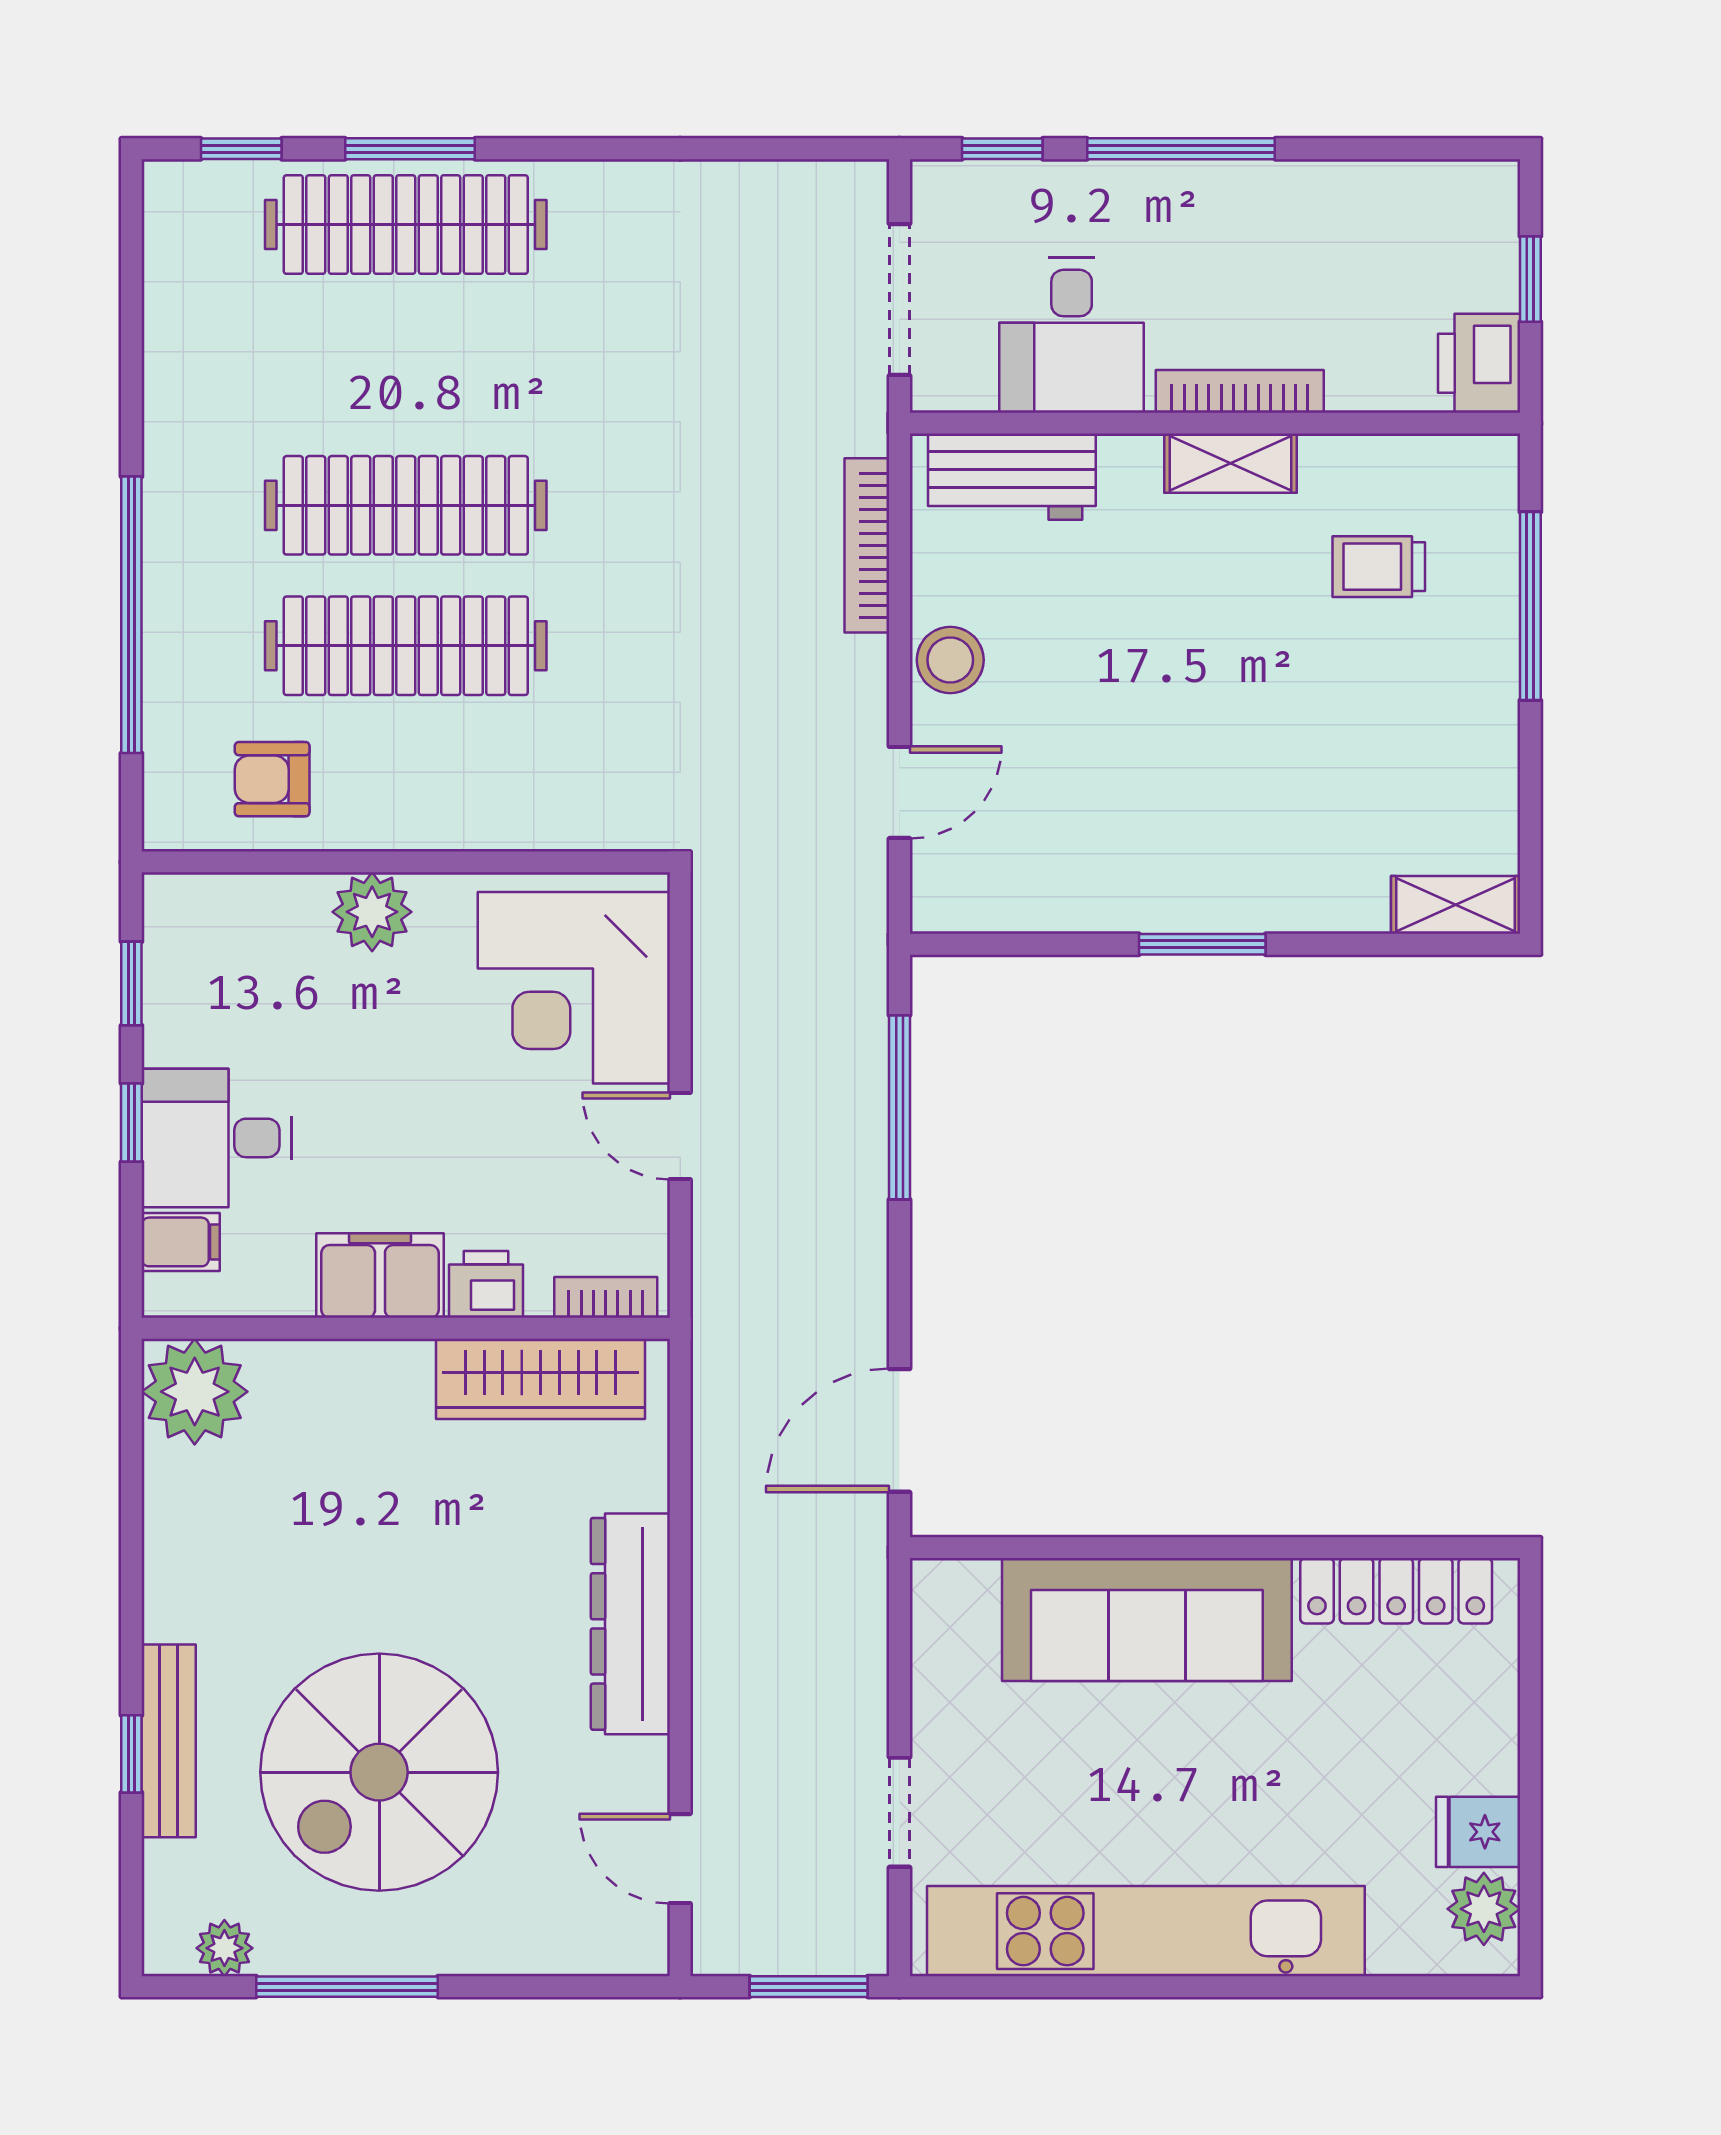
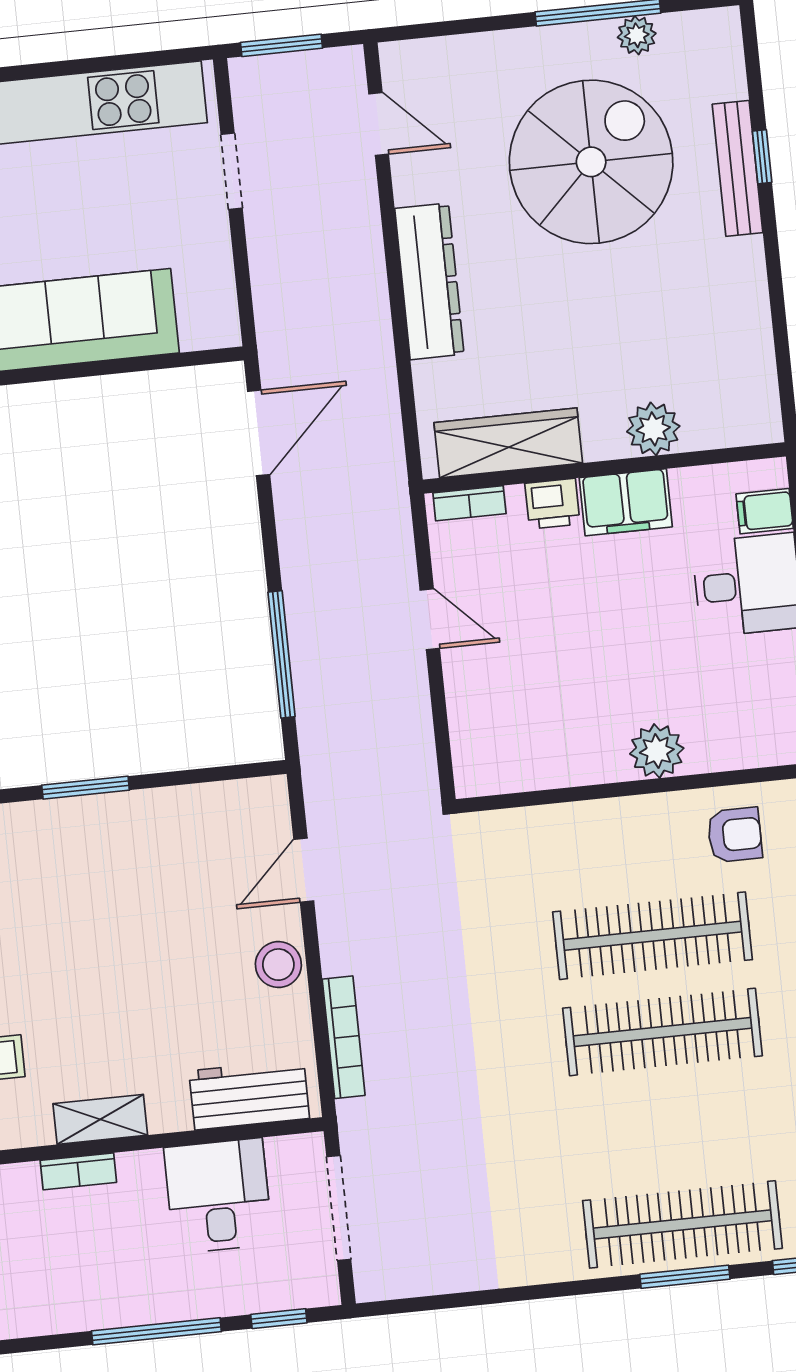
bookcase: (1240, 391) -> (78, 1171), width x0.64
corner desk: (574, 988) -> (513, 713), removed
plant: (195, 1392) -> (653, 429), moved, width x0.73, depth x0.73
plant: (224, 1948) -> (637, 35), moved

